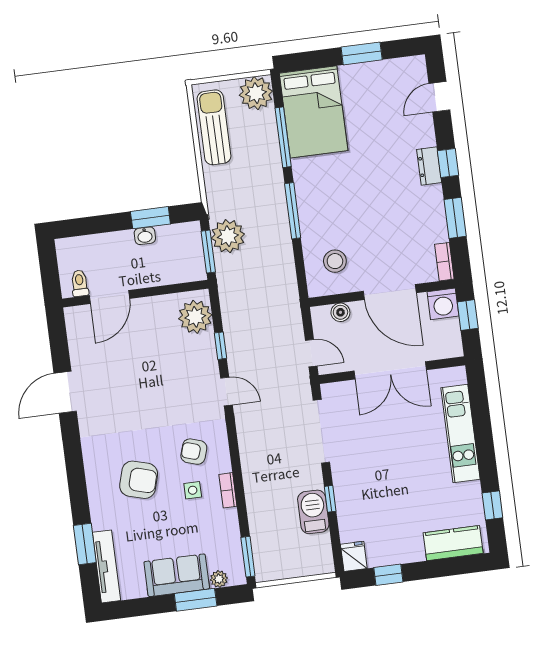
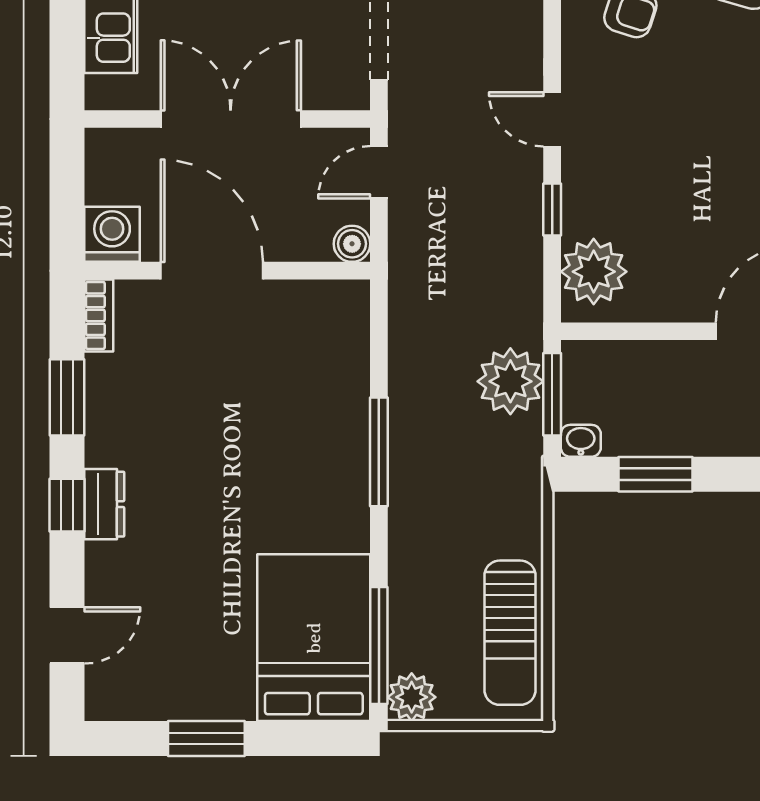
plant: (256, 93) -> (412, 697), width x0.73, depth x0.73
window: (283, 137) -> (379, 646), moved
washbasin: (145, 236) -> (581, 441), moved
plant: (228, 236) -> (510, 381), moved
stool: (335, 261) -> (310, 344), removed
boiler: (340, 312) -> (352, 244), moved
window: (468, 315) -> (67, 207), removed
door: (311, 353) -> (379, 172), hinge flipped

